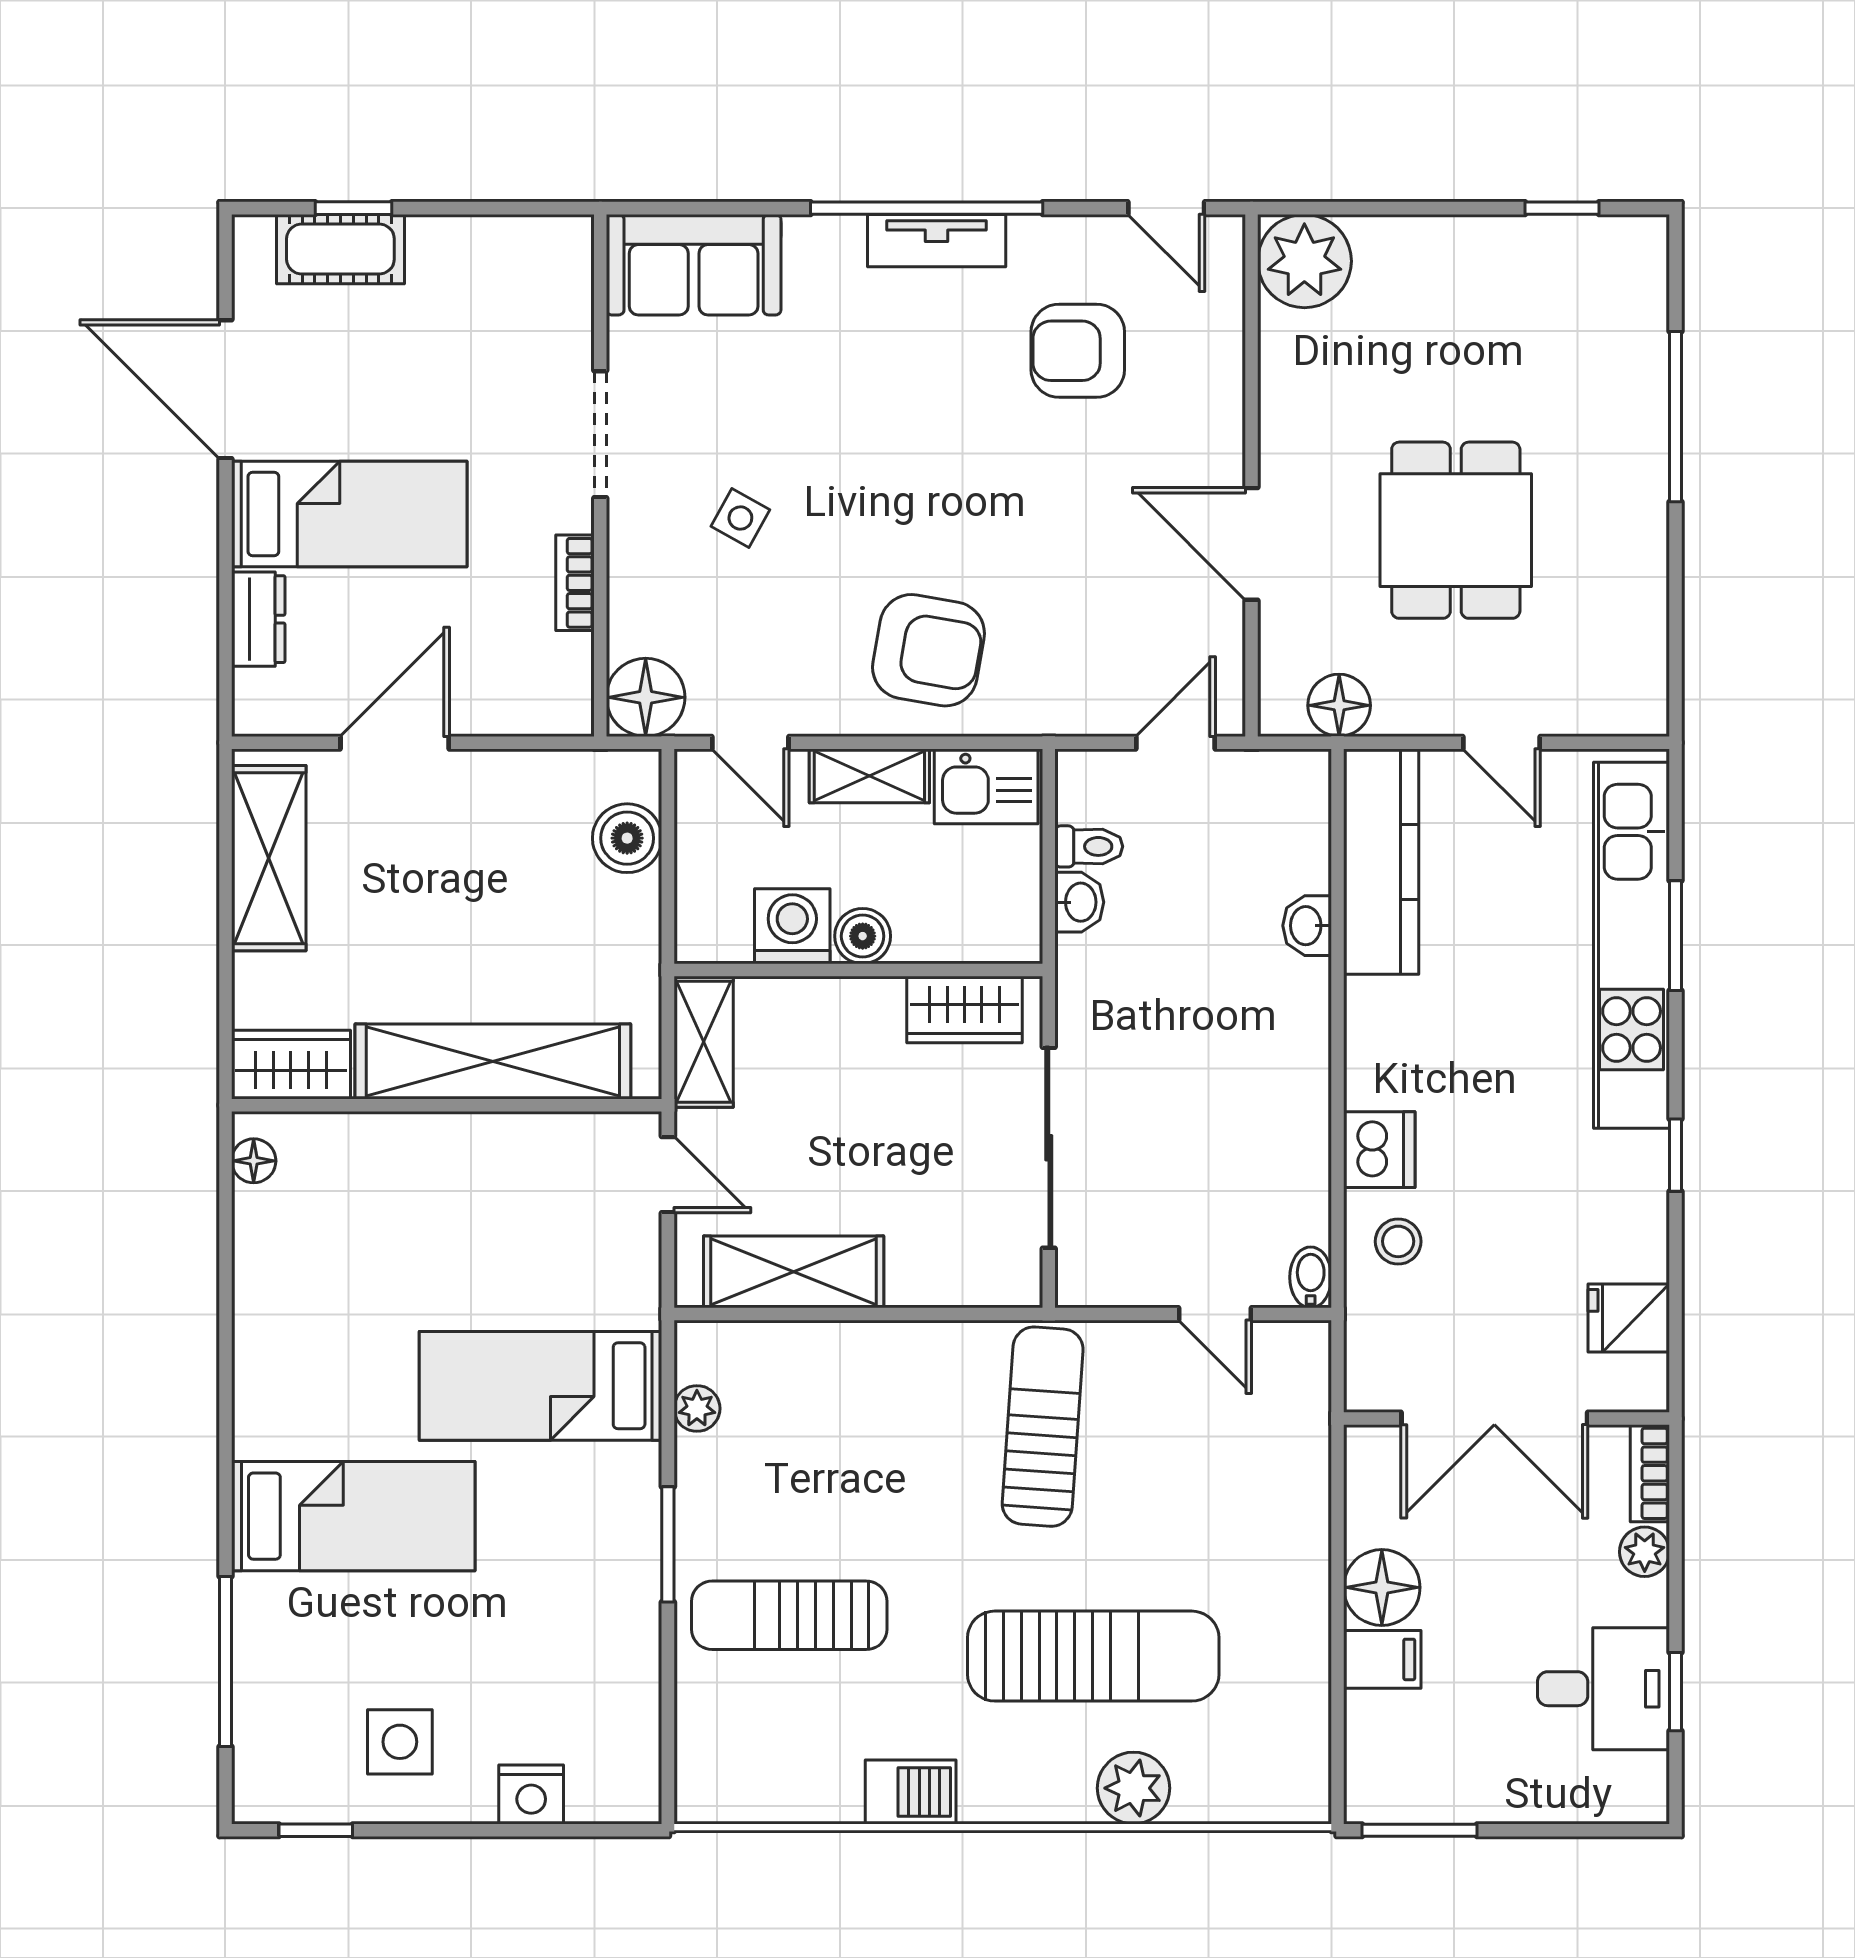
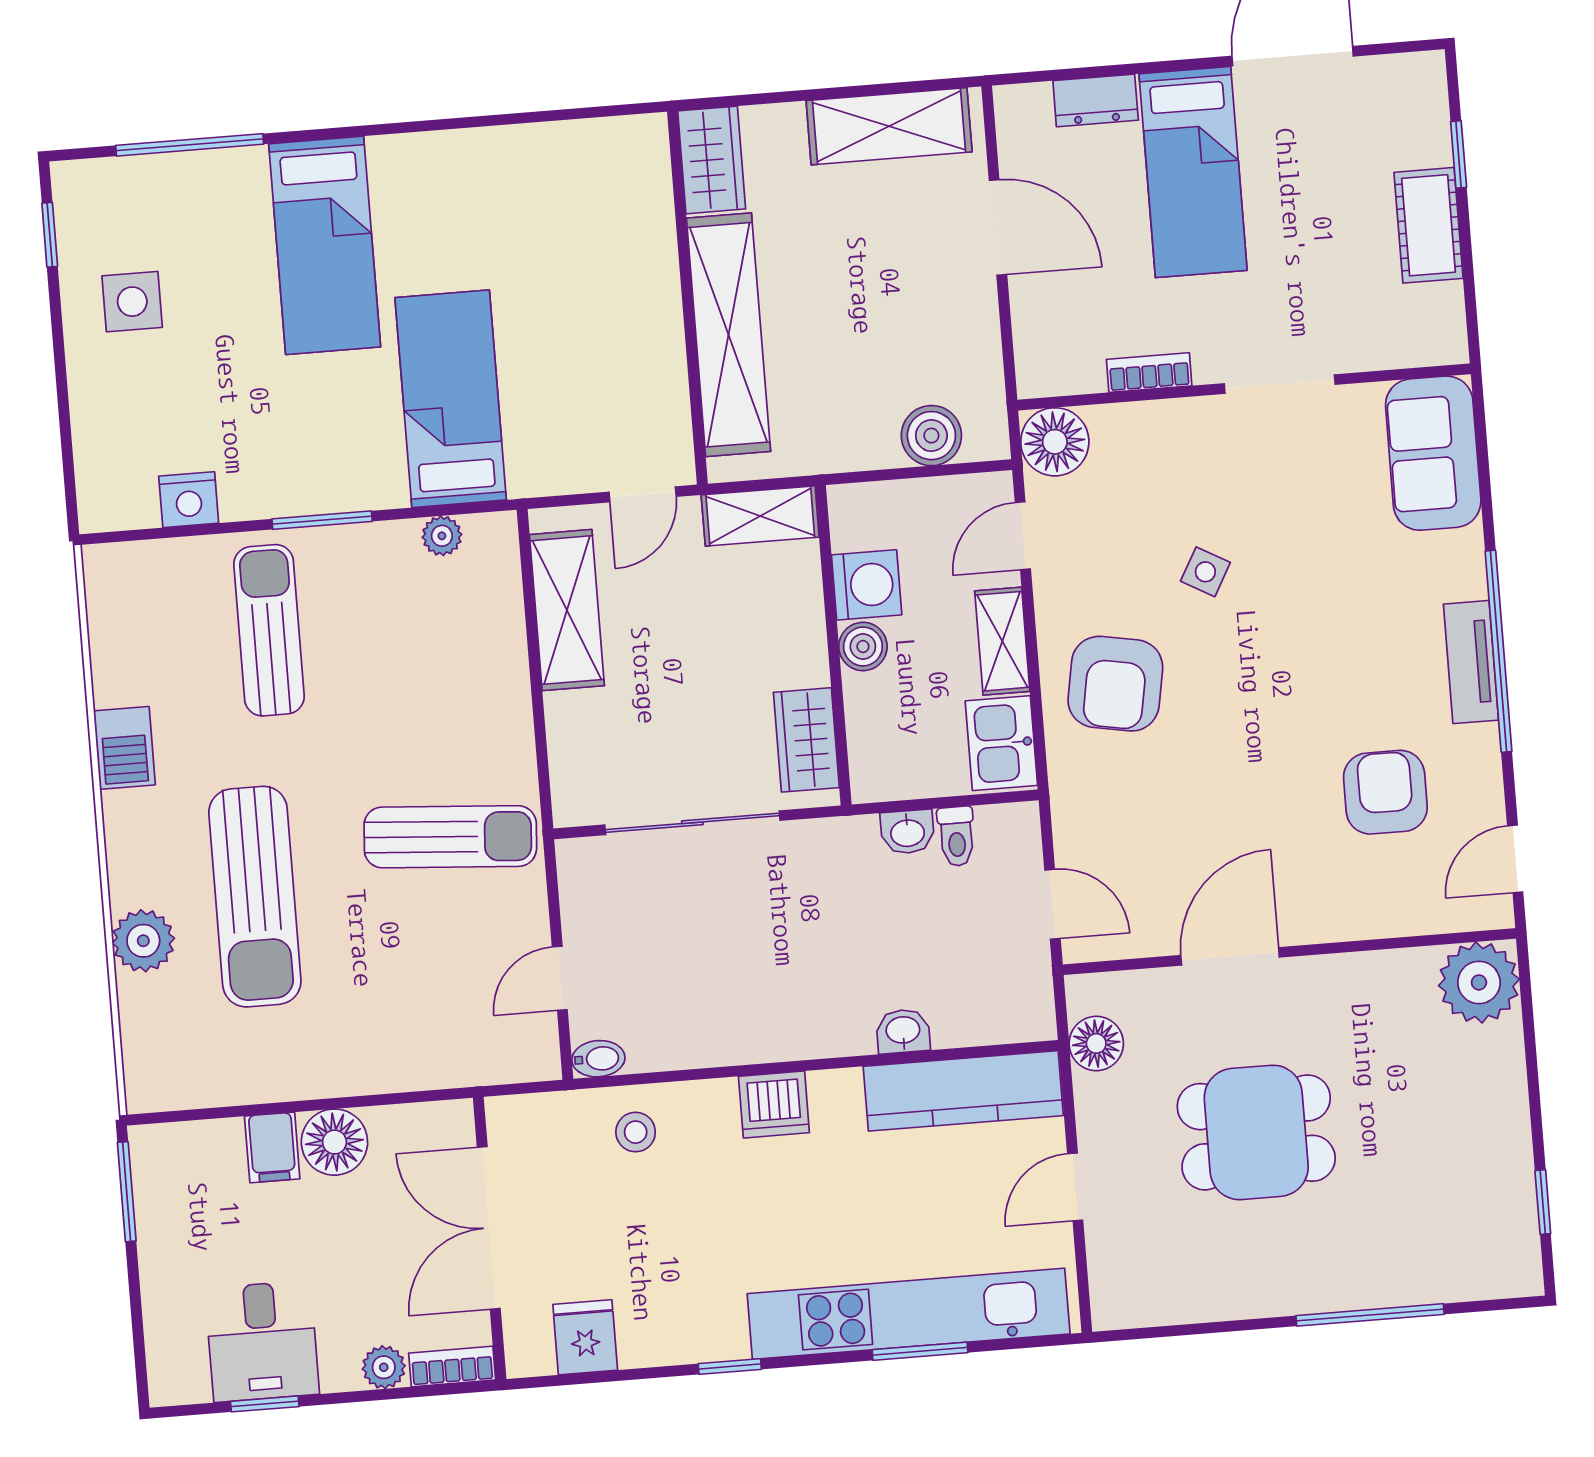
cot: (340, 249) -> (1429, 225), moved
side table: (740, 518) -> (1205, 572), moved
dishwasher: (1379, 1150) -> (774, 1105), moved
floor lamp: (254, 1161) -> (626, 134), removed
nightstand: (531, 1794) -> (189, 500), moved, turned -90

